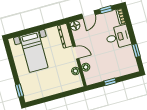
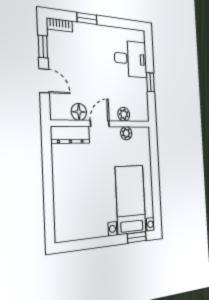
floor lamp: (75, 26) -> (79, 112), moved
desk: (118, 37) -> (131, 59), moved, turned 90
window: (136, 50) -> (87, 19), moved
bed with nightstands: (34, 52) -> (131, 200), moved, turned -90

